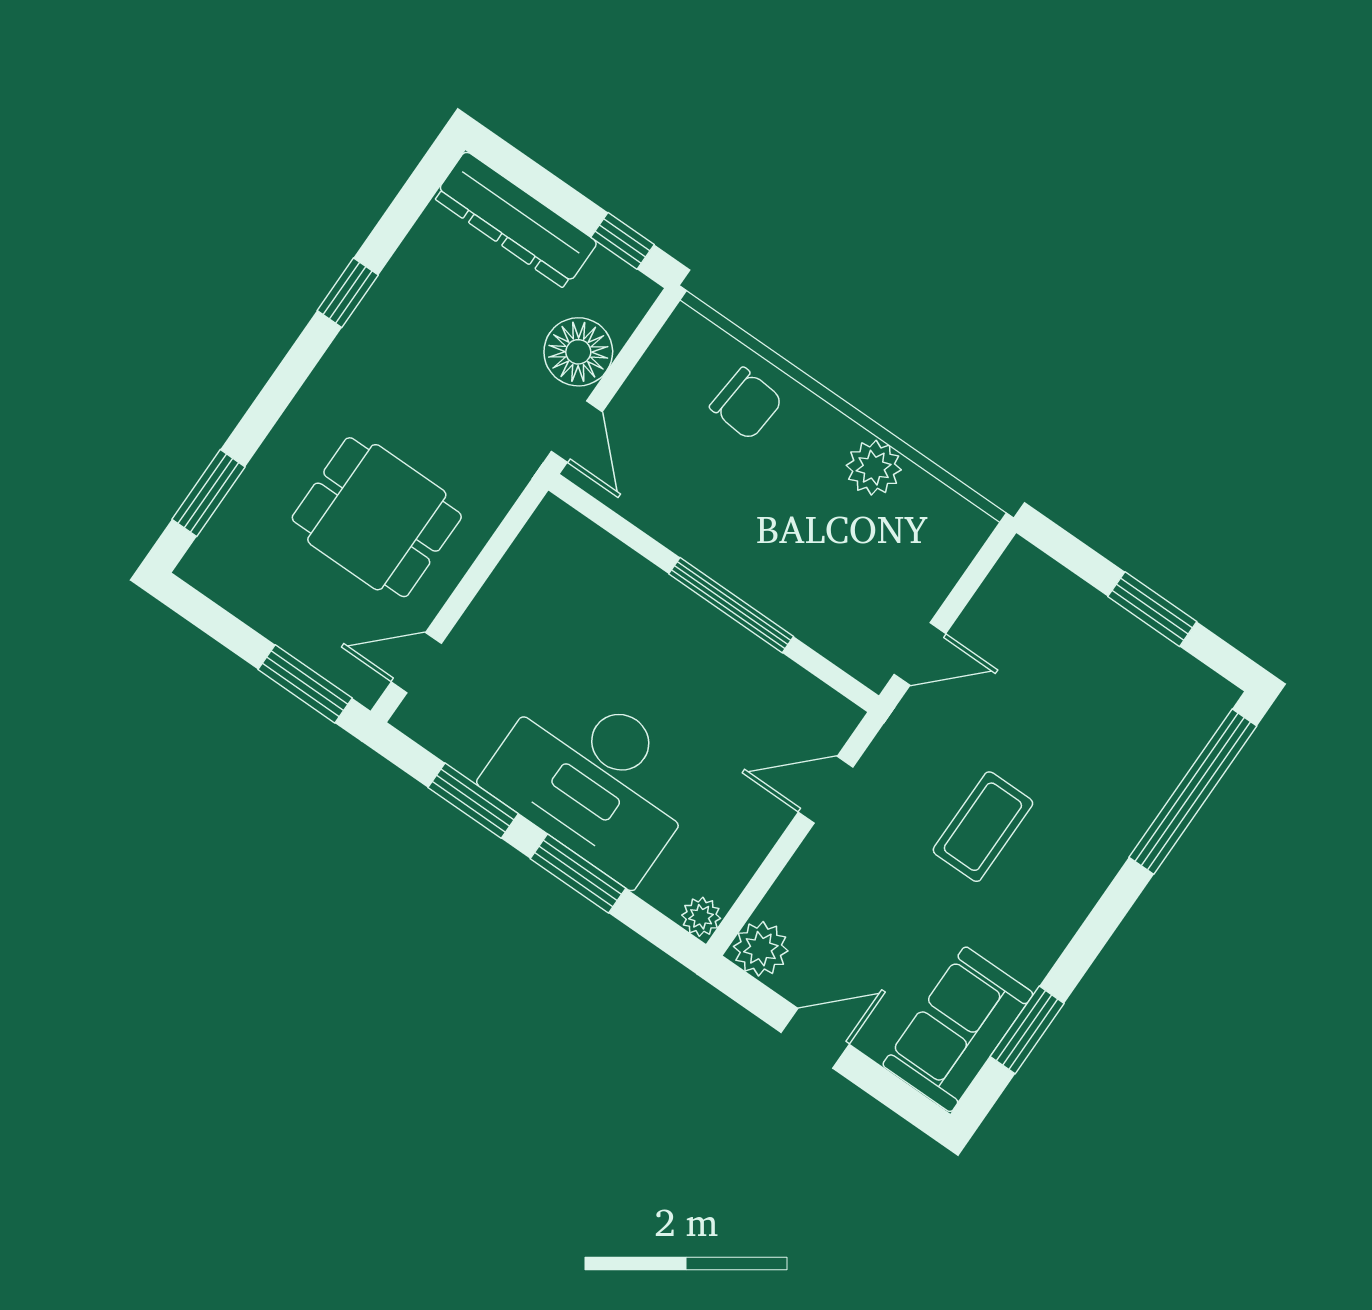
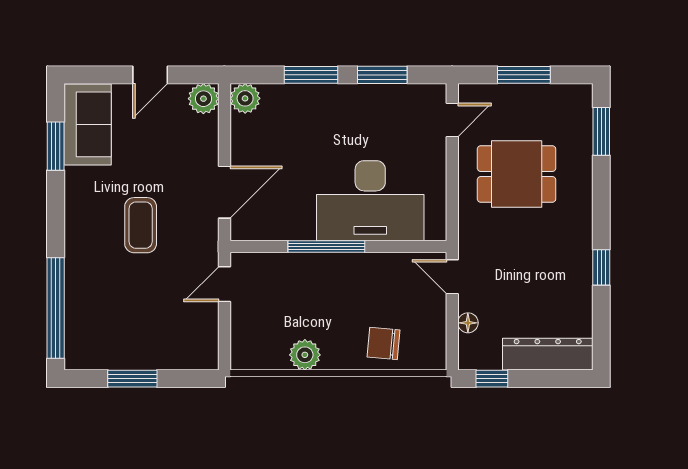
floor lamp: (578, 352) -> (468, 323), width x0.53, depth x0.53
window: (305, 684) -> (524, 75), moved
desk: (595, 779) -> (370, 201), moved, turned 180
door: (826, 790) -> (224, 192), width x1.38
plant: (701, 917) -> (245, 98), width x1.38, depth x1.38

